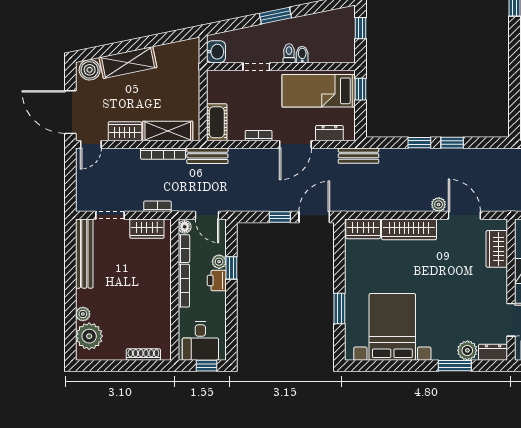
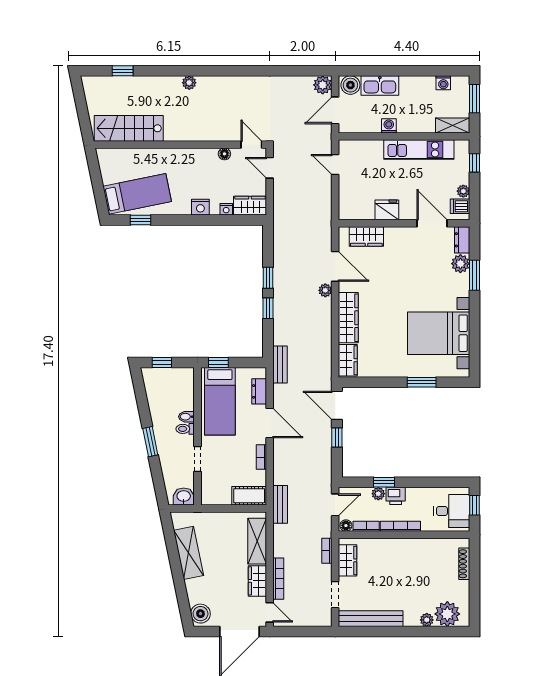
shelving: (128, 62) -> (189, 553), moved
bookcase: (163, 154) -> (278, 579), moved
door: (464, 215) -> (335, 266), swing flipped

